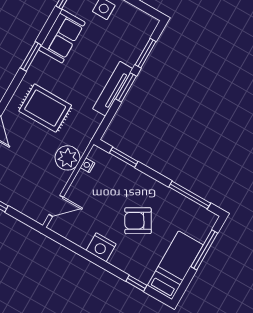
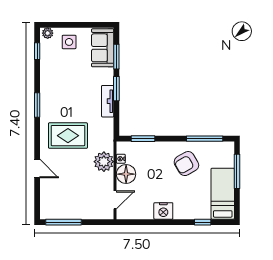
sofa: (62, 36) -> (103, 48), moved, turned 180
tv unit: (113, 89) -> (108, 101), width x0.71
floor lamp: (84, 185) -> (126, 174), added
armchair: (138, 221) -> (186, 164), moved

